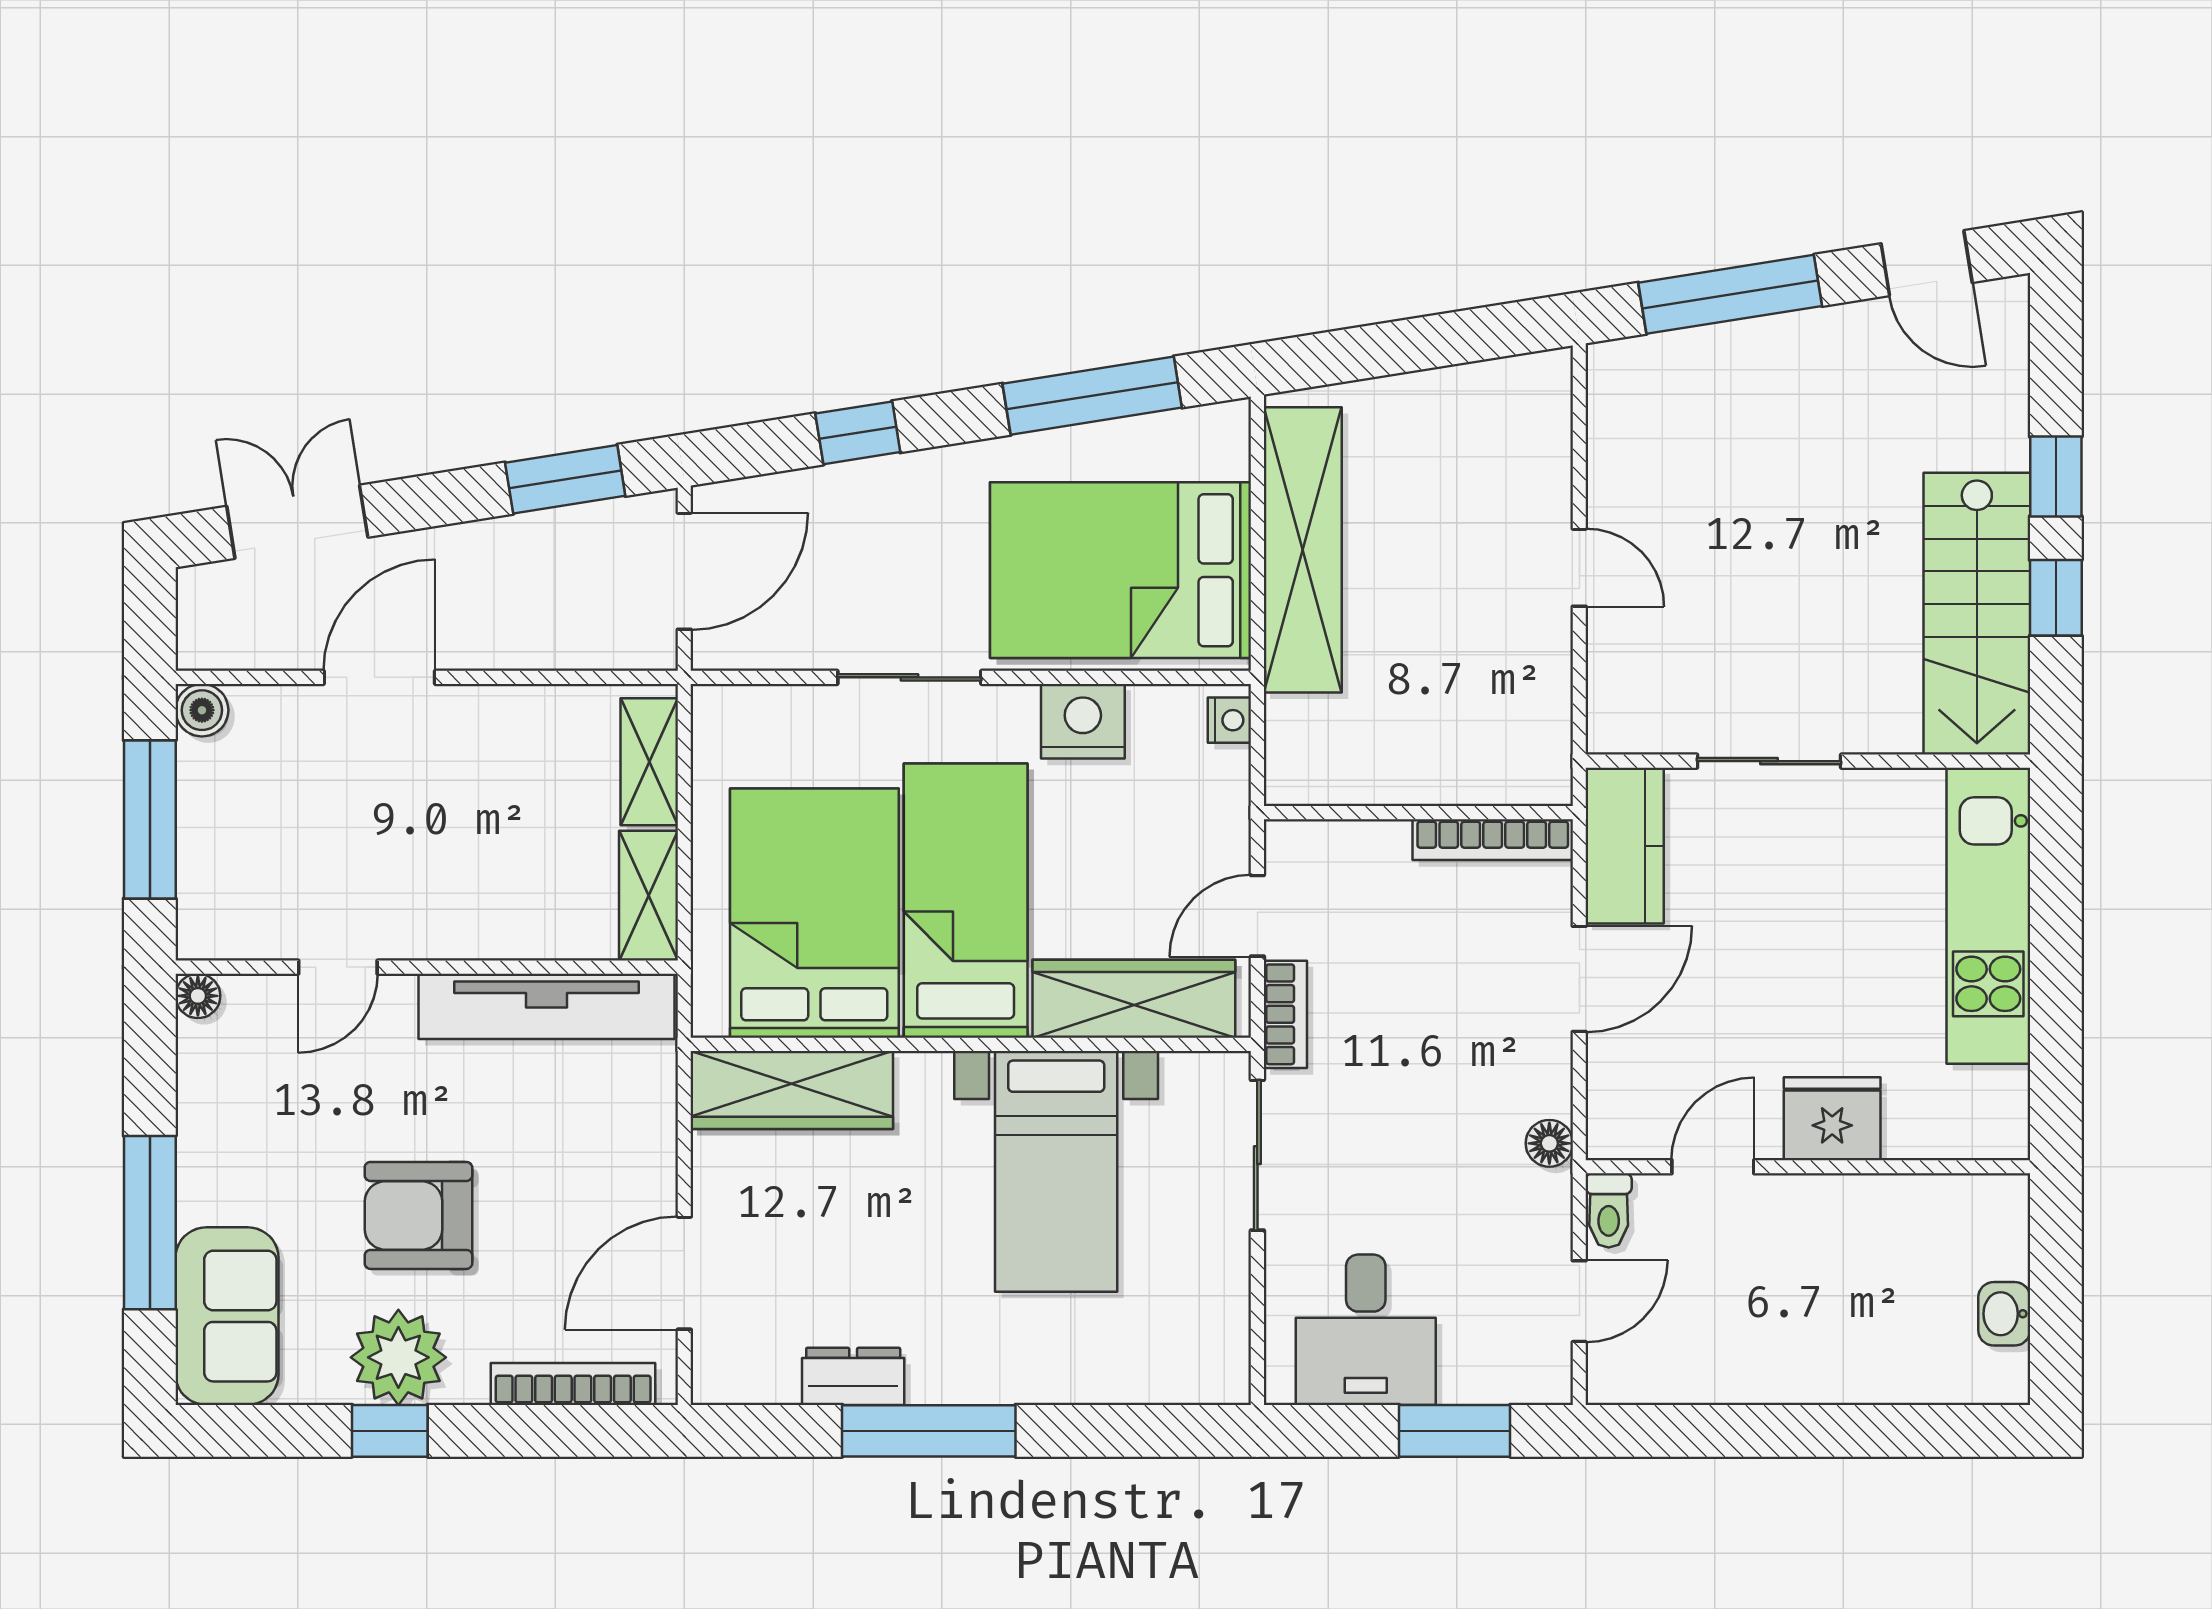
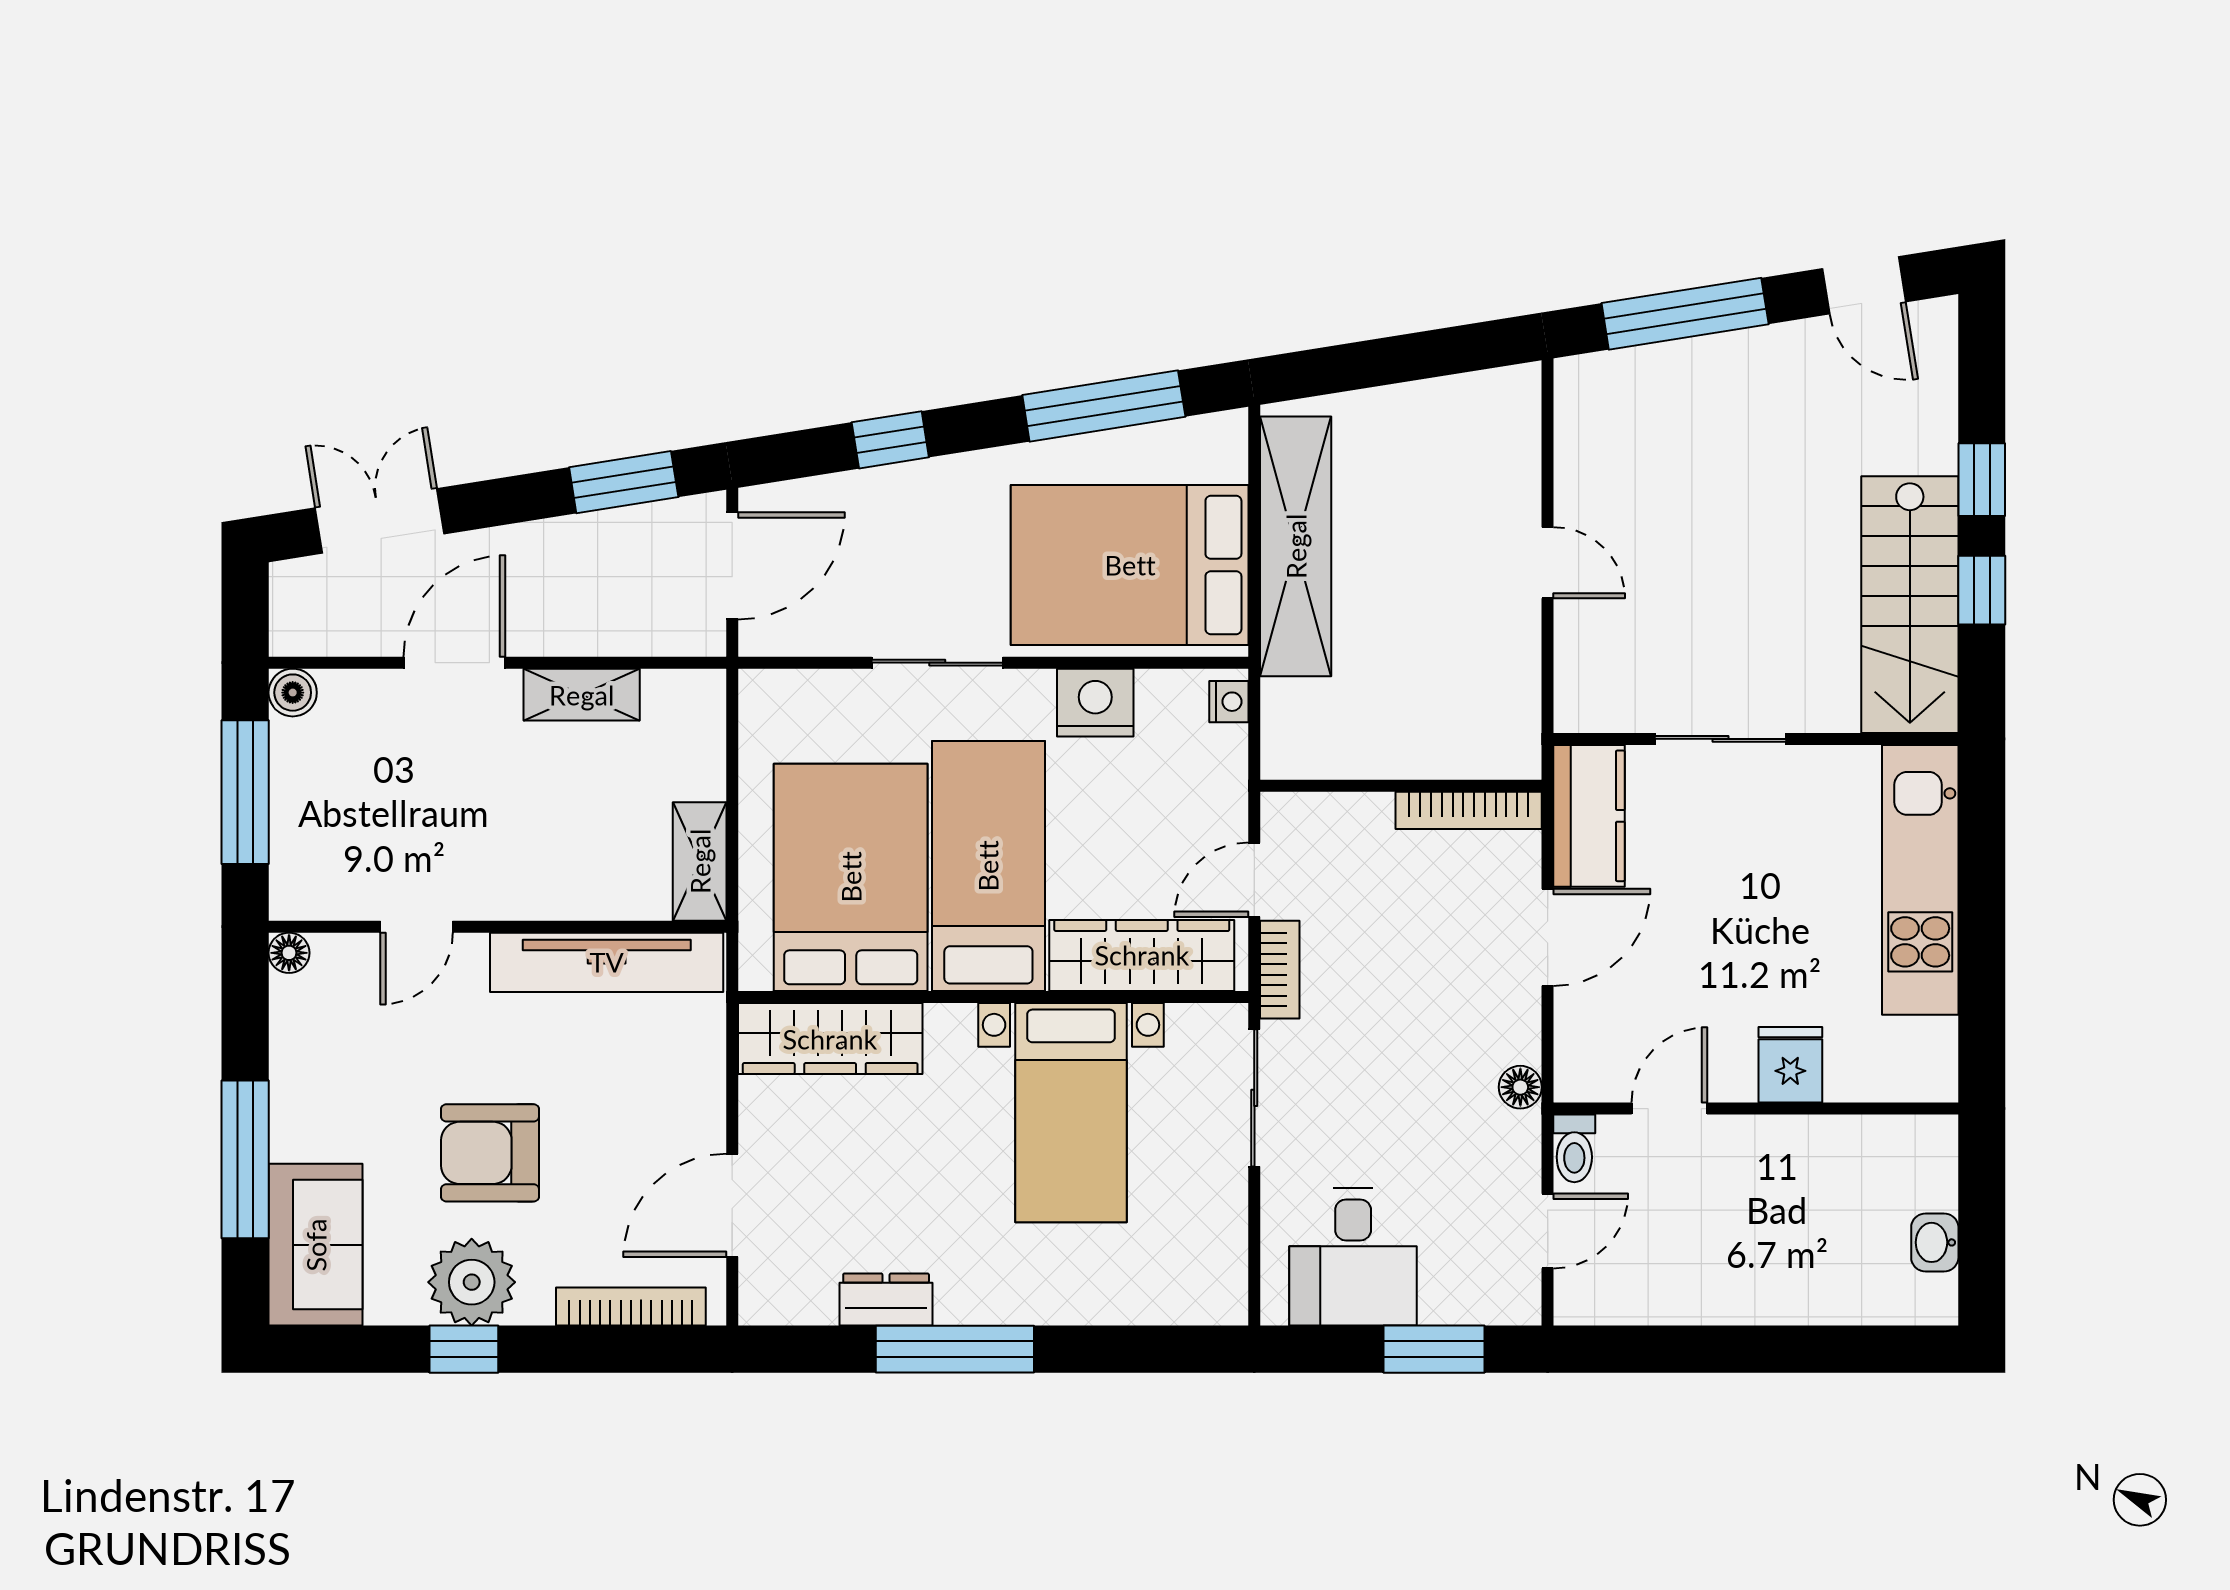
shelving: (649, 762) -> (582, 695), moved, turned 90
fridge: (1832, 1119) -> (1790, 1065), width x0.72

